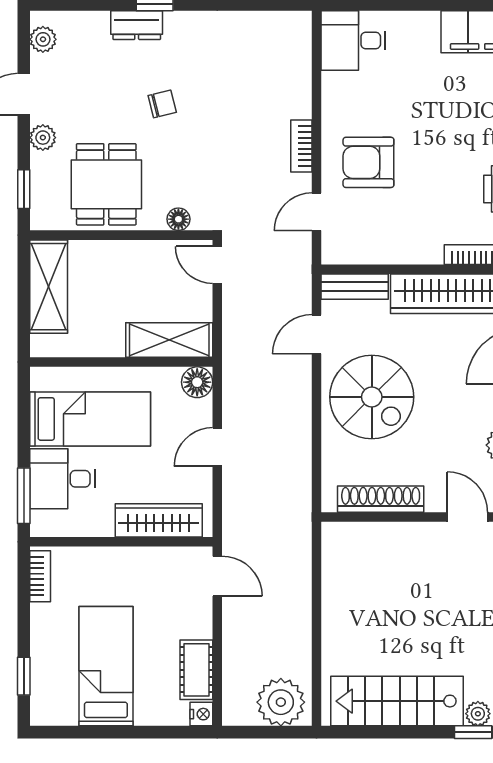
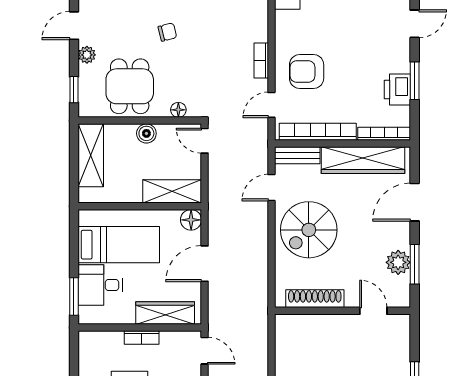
bookcase: (385, 252) -> (318, 132), added
boiler: (131, 254) -> (146, 133), added
spiral stairs: (372, 397) -> (309, 230), turned 90
door: (217, 447) -> (205, 264), width x1.38
bookcase: (40, 576) -> (142, 338), moved, turned 90

